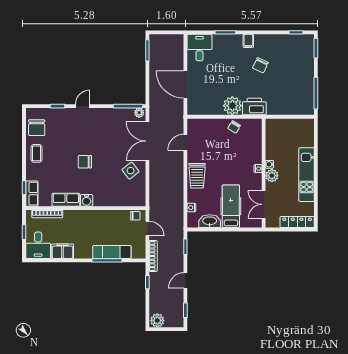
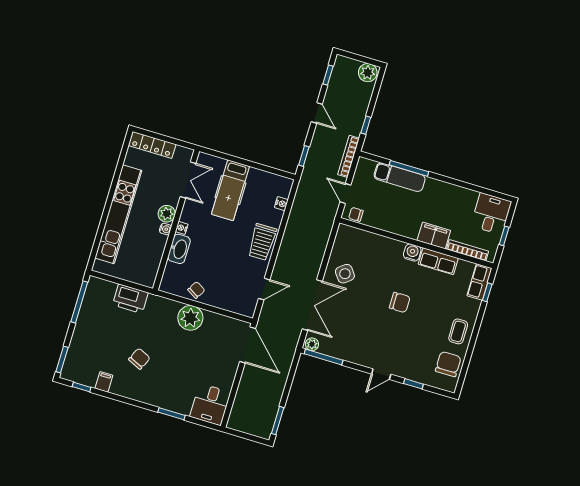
filing cabinet: (248, 41) -> (104, 382), moved
door: (185, 84) -> (248, 345), moved
printer: (254, 107) -> (130, 299), moved
kitchen unit: (307, 175) -> (118, 214), width x1.36
trolley: (197, 176) -> (262, 242), turned 180
washbasin: (210, 221) -> (179, 249), moved, turned -90
filing cabinet: (62, 251) -> (434, 236), moved, turned 180
door: (185, 280) -> (317, 113), hinge flipped

